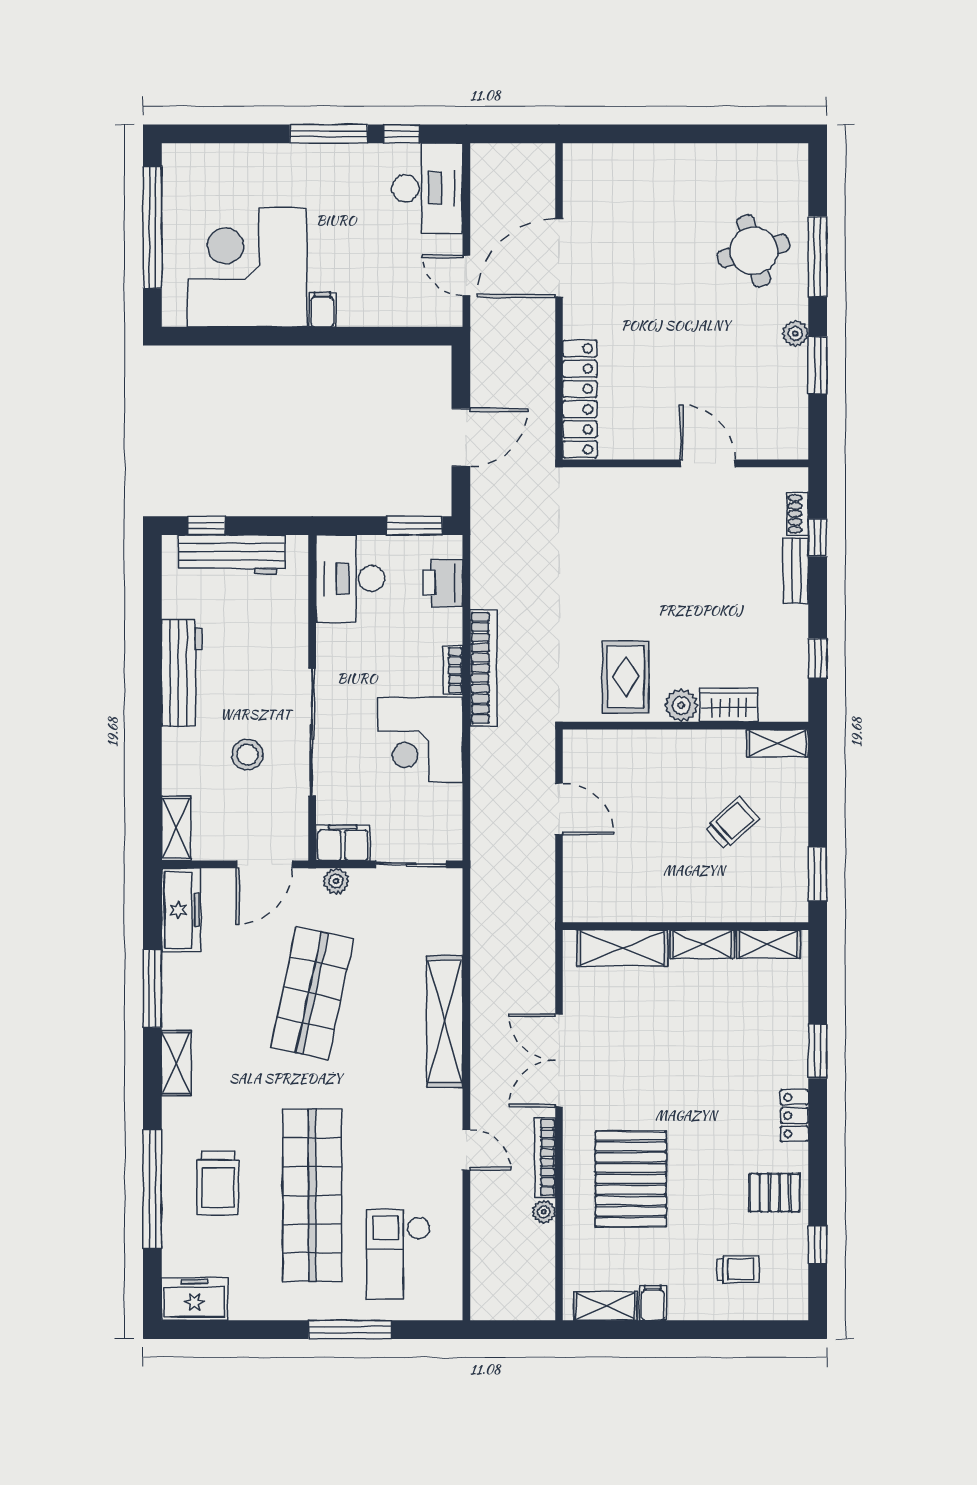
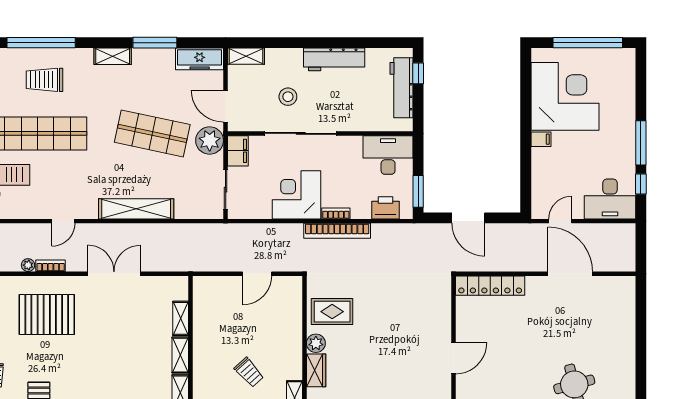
plant: (336, 881) -> (210, 141), width x1.87, depth x1.87
shelving: (622, 948) -> (181, 318), width x0.67, depth x0.75
bookcase: (545, 1158) -> (51, 266), width x0.64

